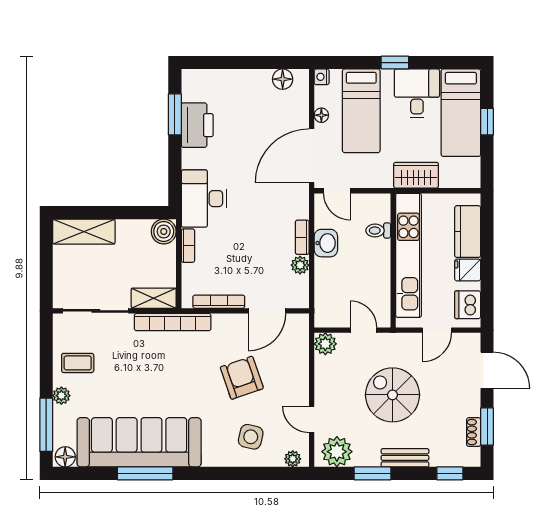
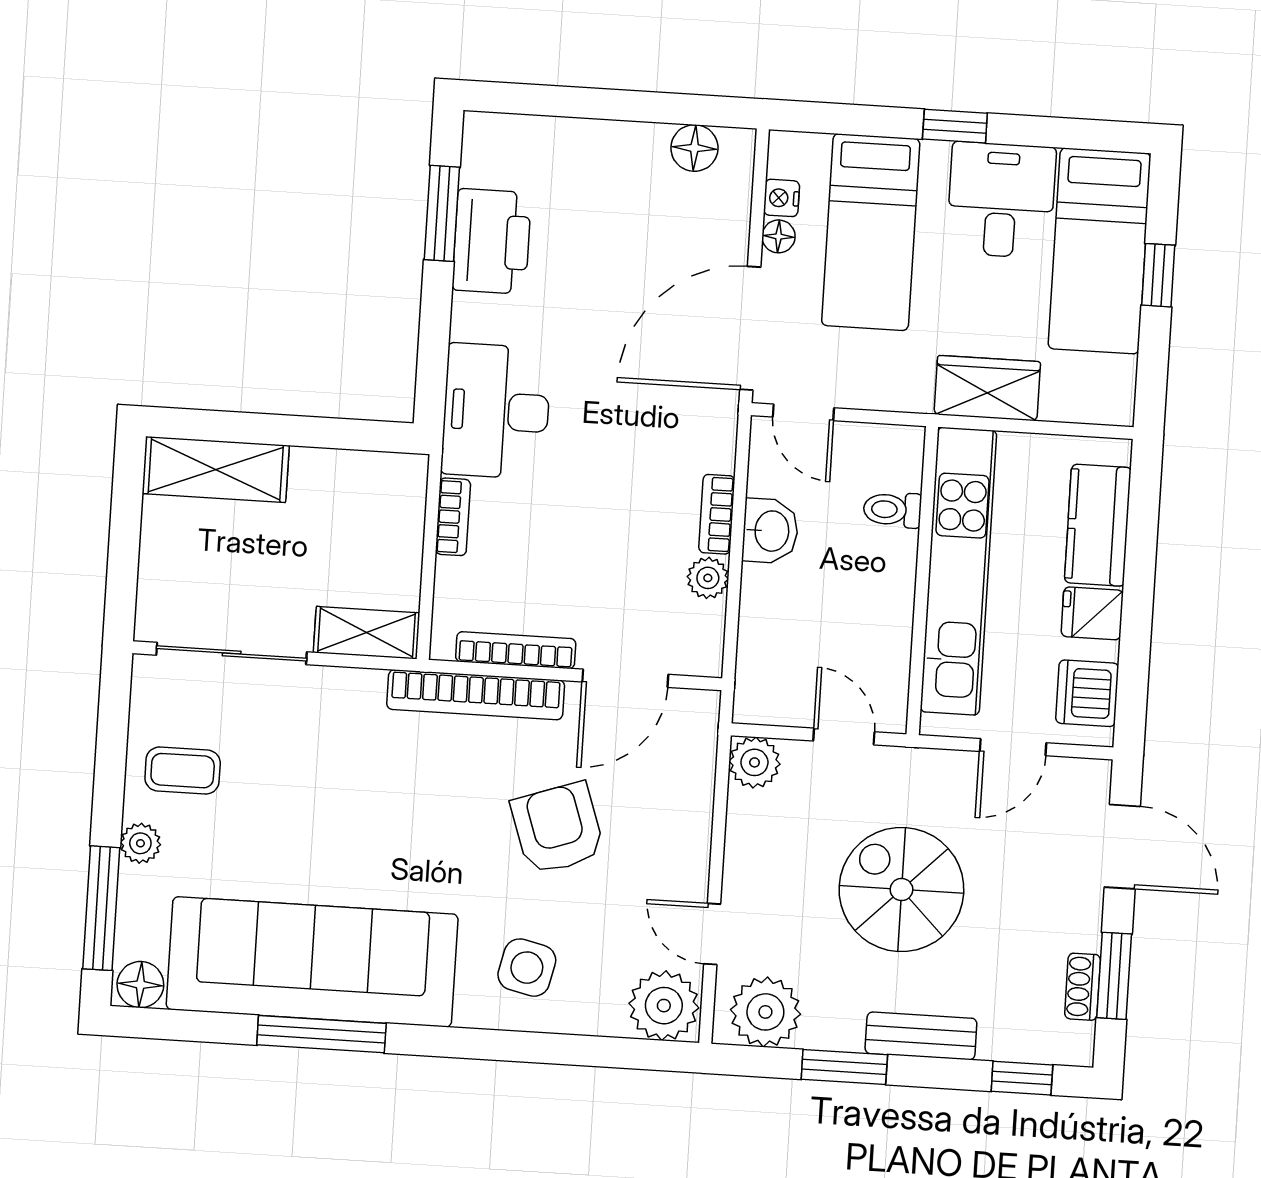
nightstand: (322, 77) -> (781, 198), moved
boiler: (164, 231) -> (399, 481), removed
bookcase: (173, 322) -> (476, 695), moved
side table: (251, 437) -> (527, 968), moved
plant: (293, 459) -> (664, 1006), width x1.88, depth x1.88

